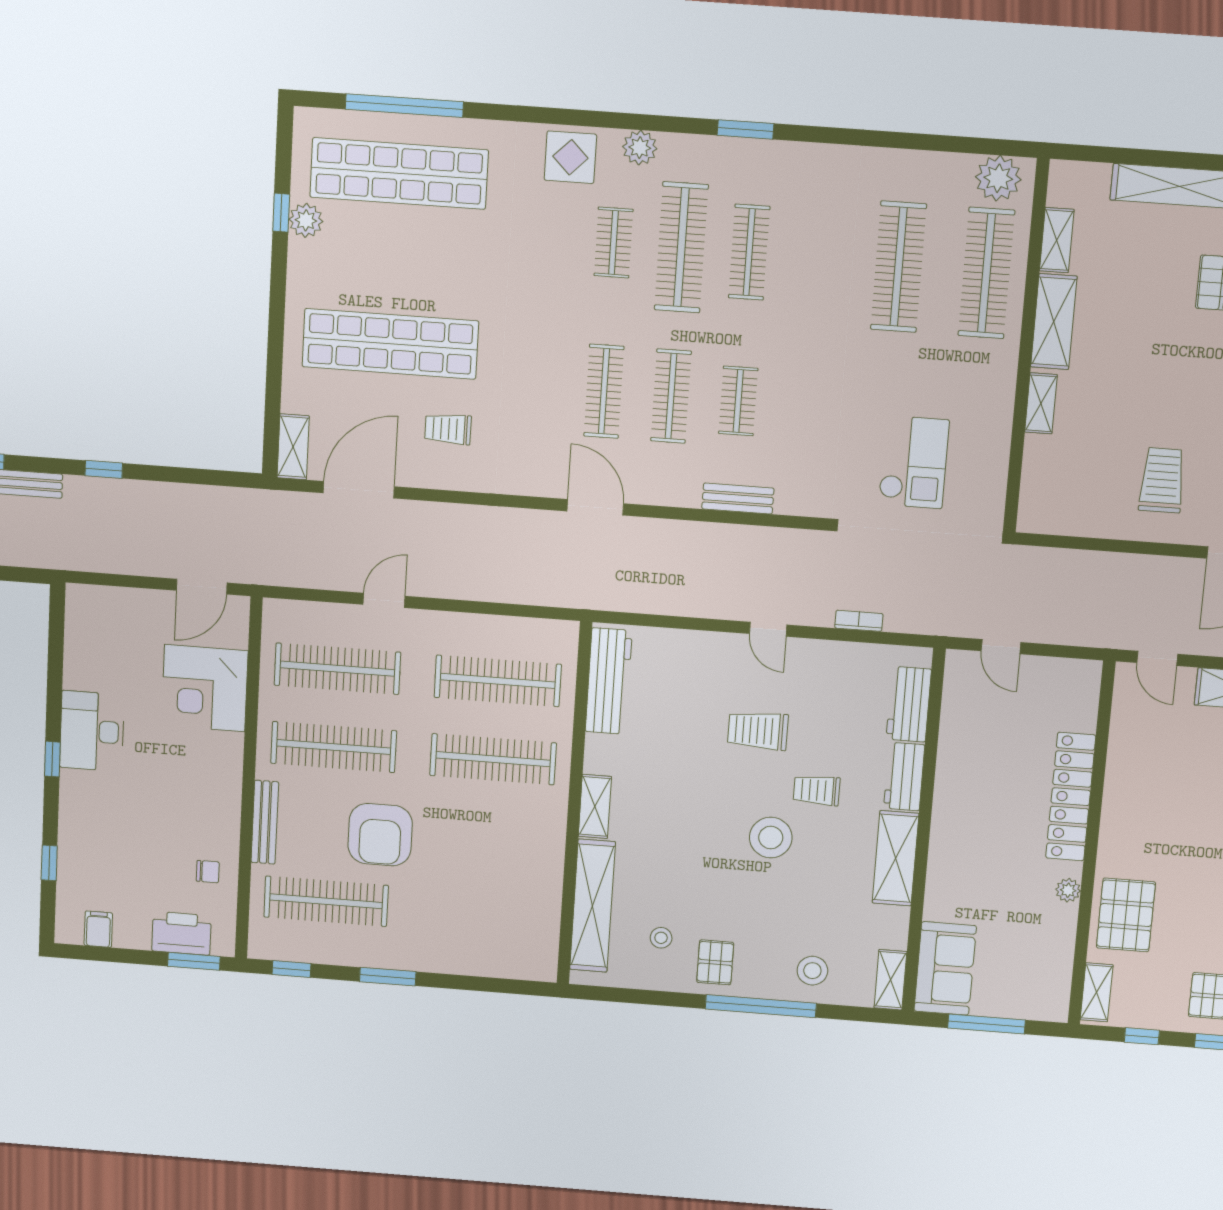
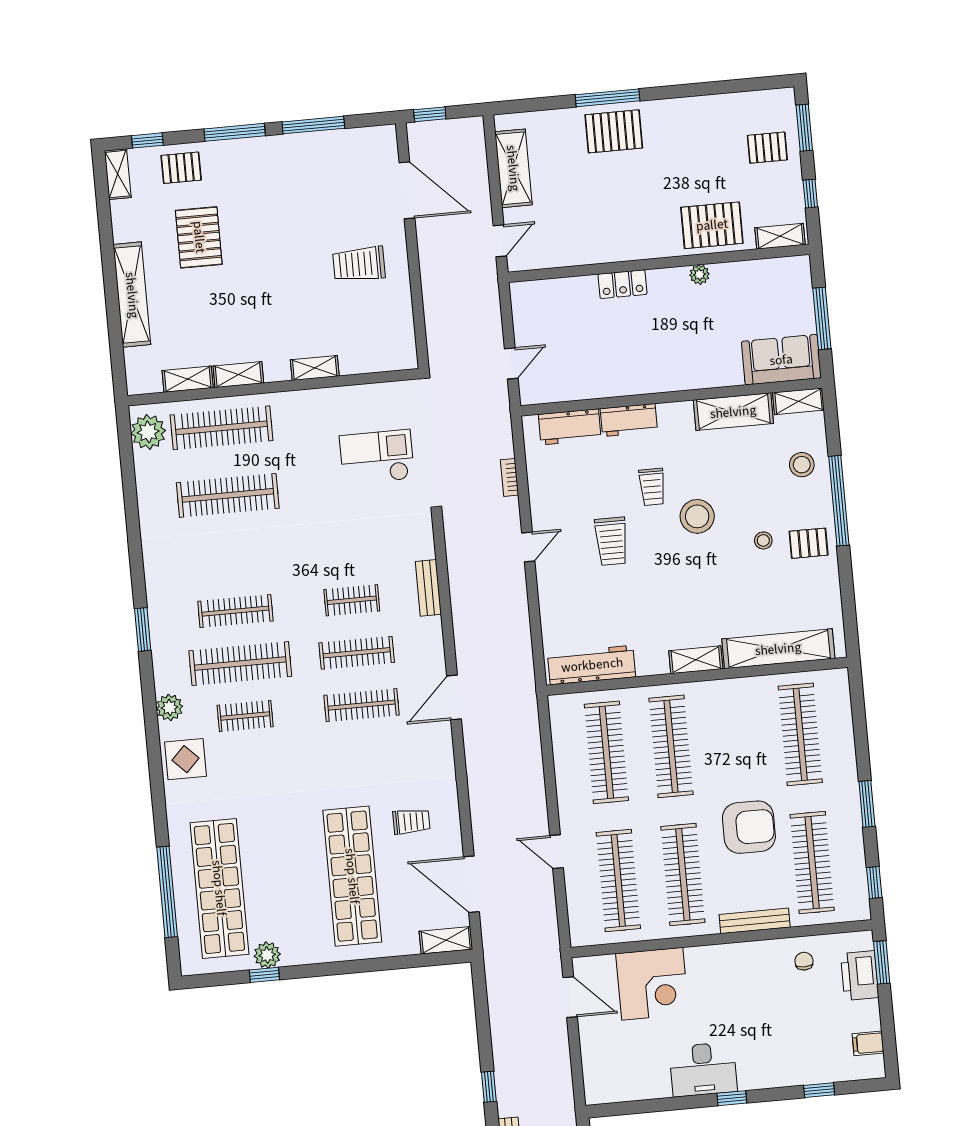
shelving: (1054, 322) -> (238, 375), width x0.67, depth x0.75
trolley: (448, 429) -> (411, 821), turned -90
locker: (1071, 797) -> (623, 284), width x0.46, depth x0.83
shelving: (896, 858) -> (733, 412), moved
clothes rail: (484, 914) -> (800, 734), added
stool: (661, 938) -> (763, 540), moved

